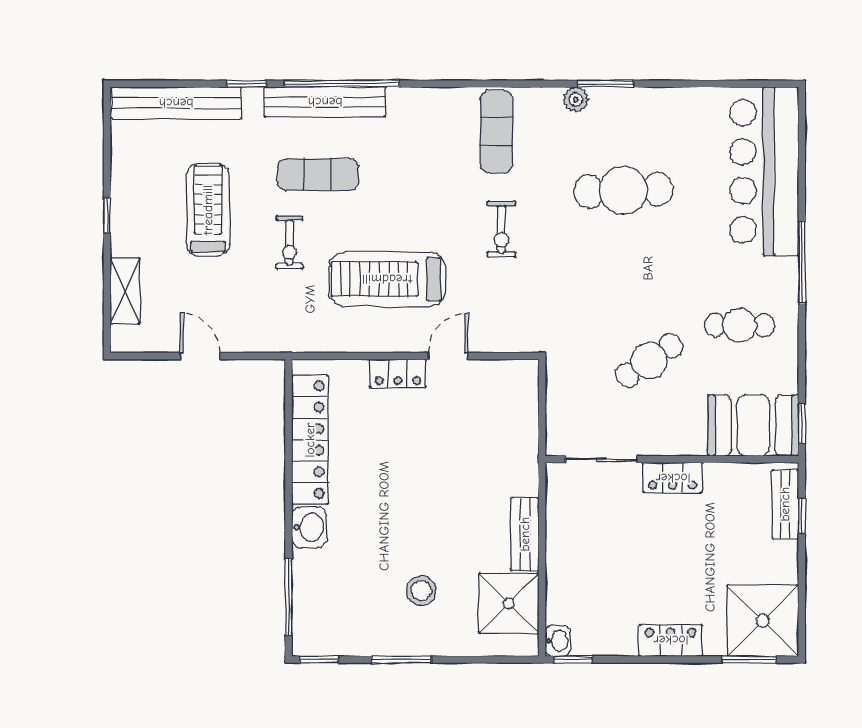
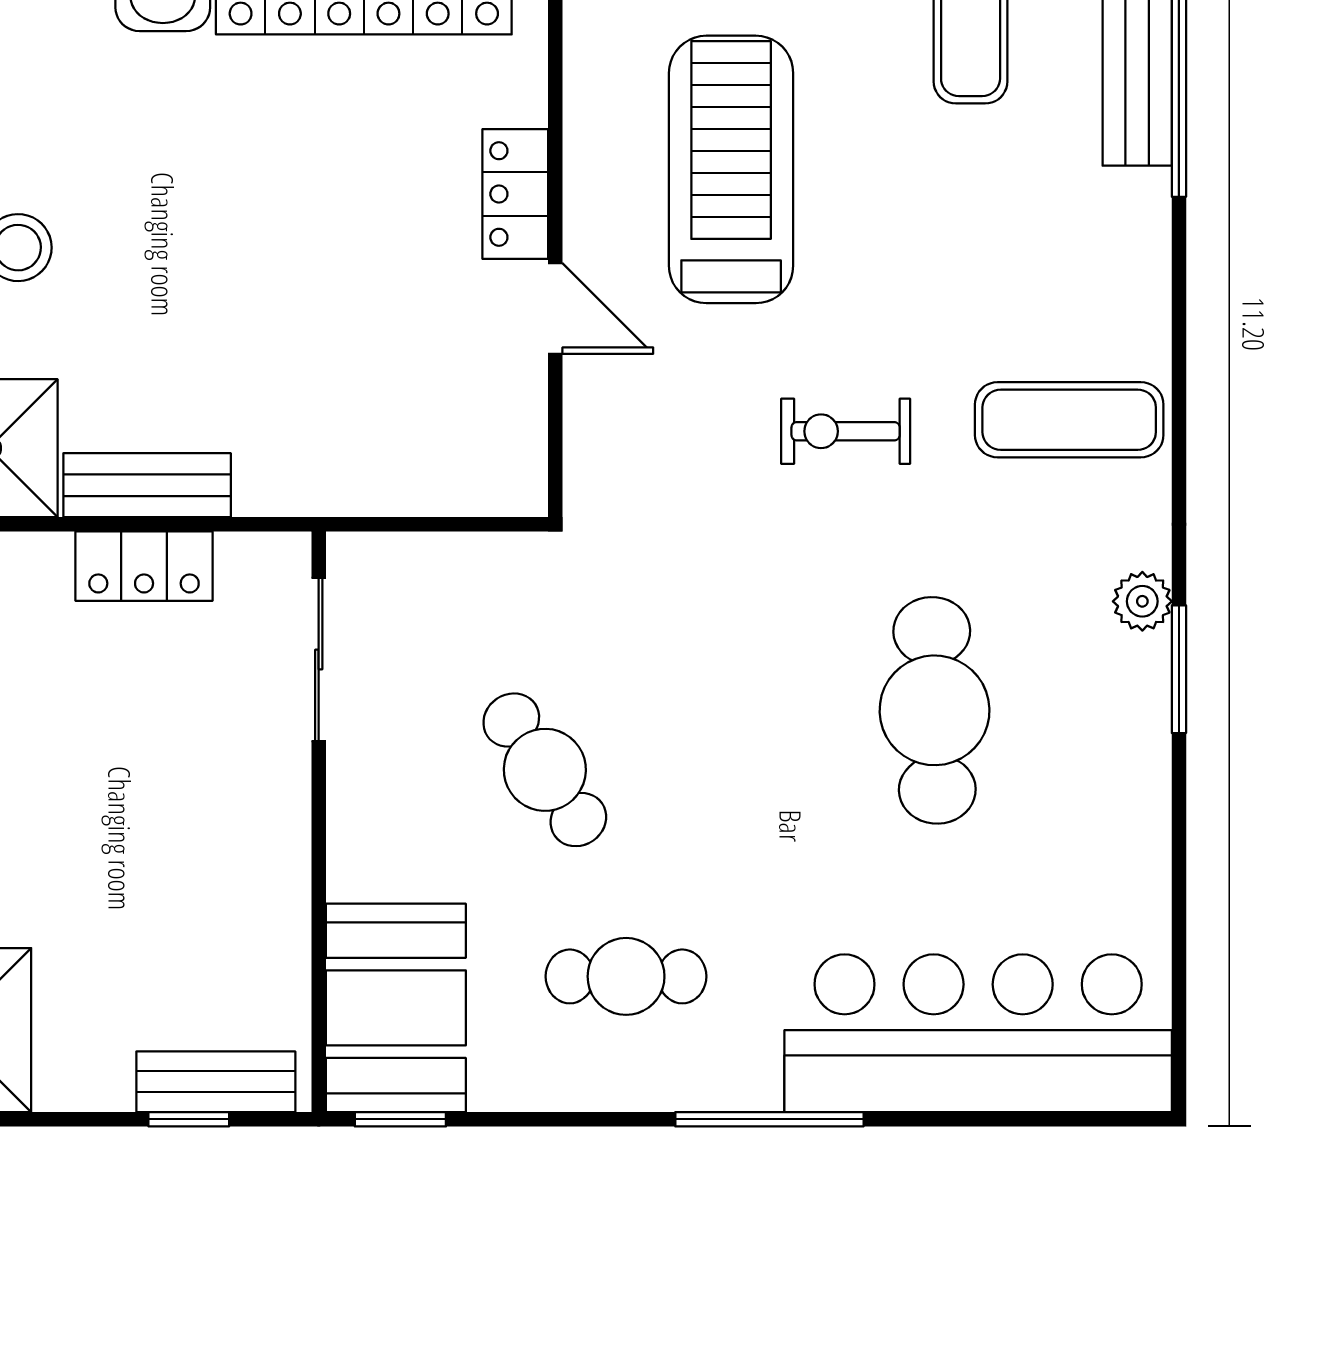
cafe table: (739, 325) -> (626, 976), turned 90
locker: (673, 478) -> (144, 566), moved, turned -90

